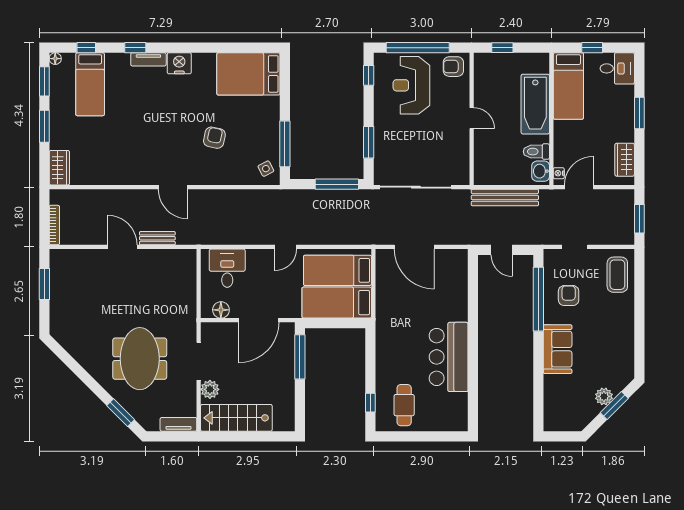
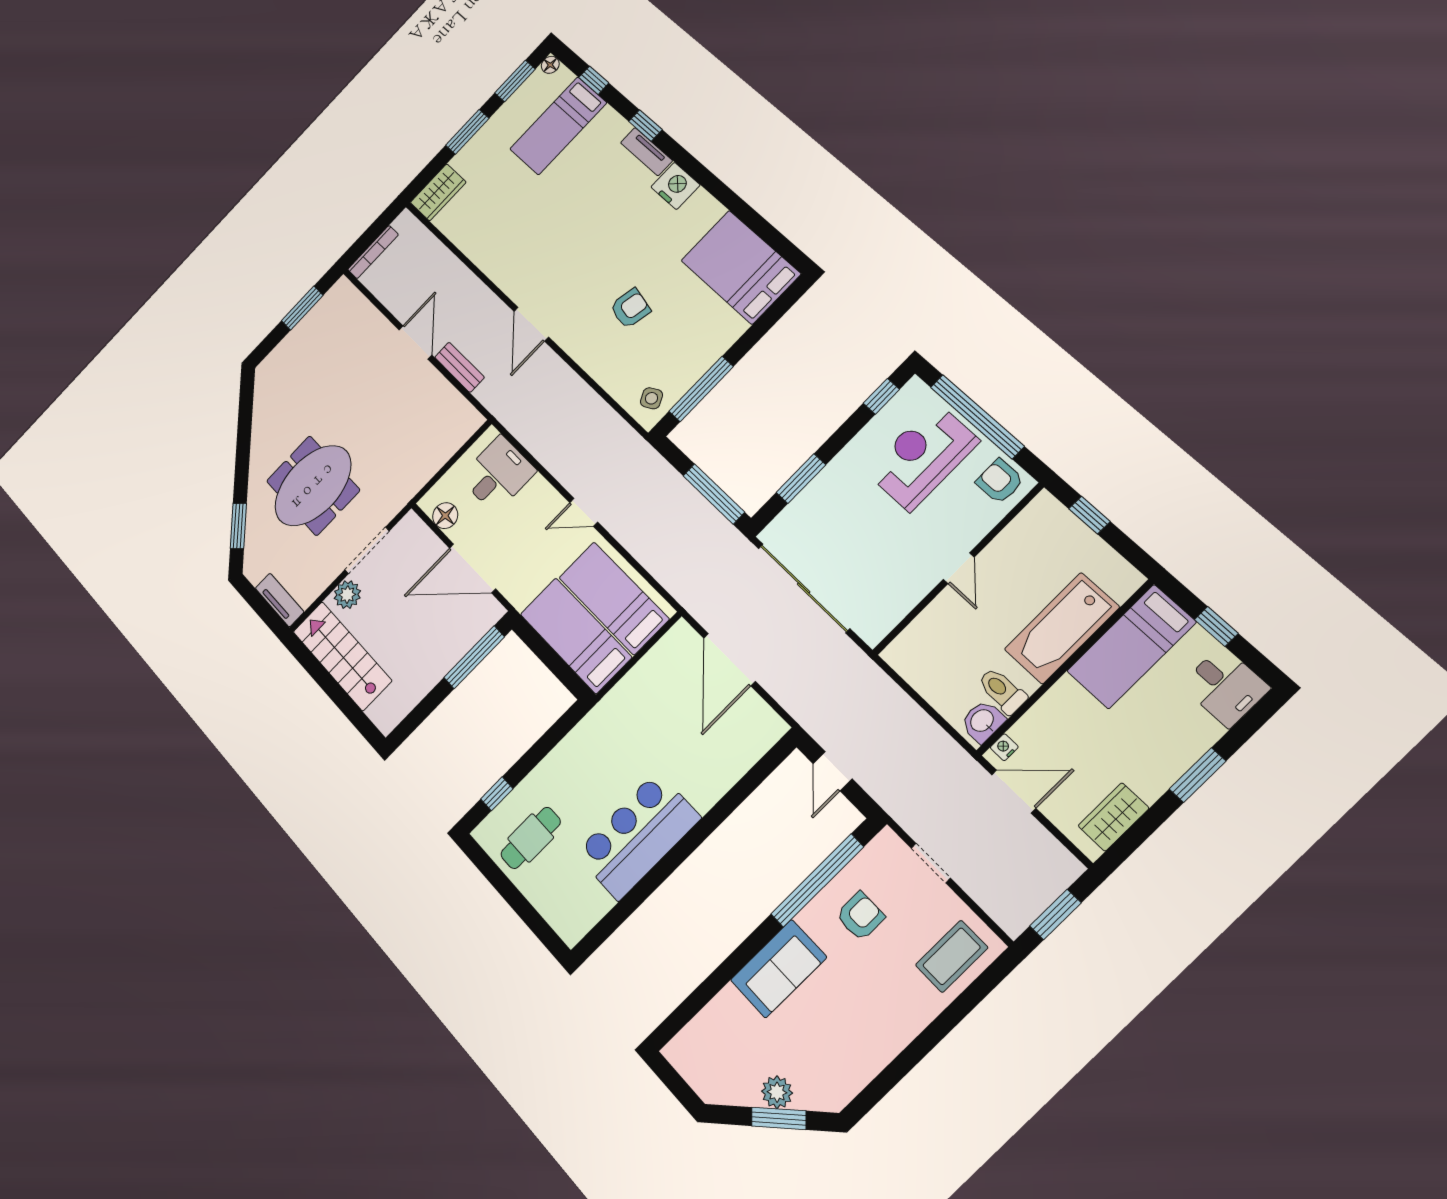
bench: (505, 197) -> (902, 709), removed

